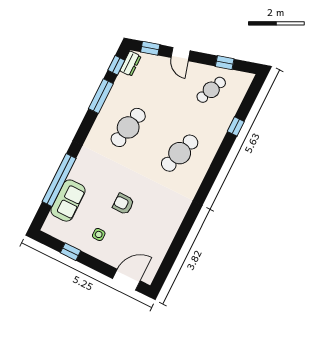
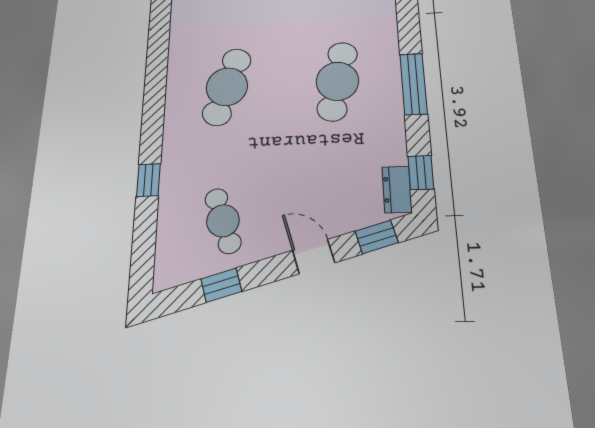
cafe table: (211, 90) -> (223, 221), turned -42
window: (101, 96) -> (413, 84), moved

